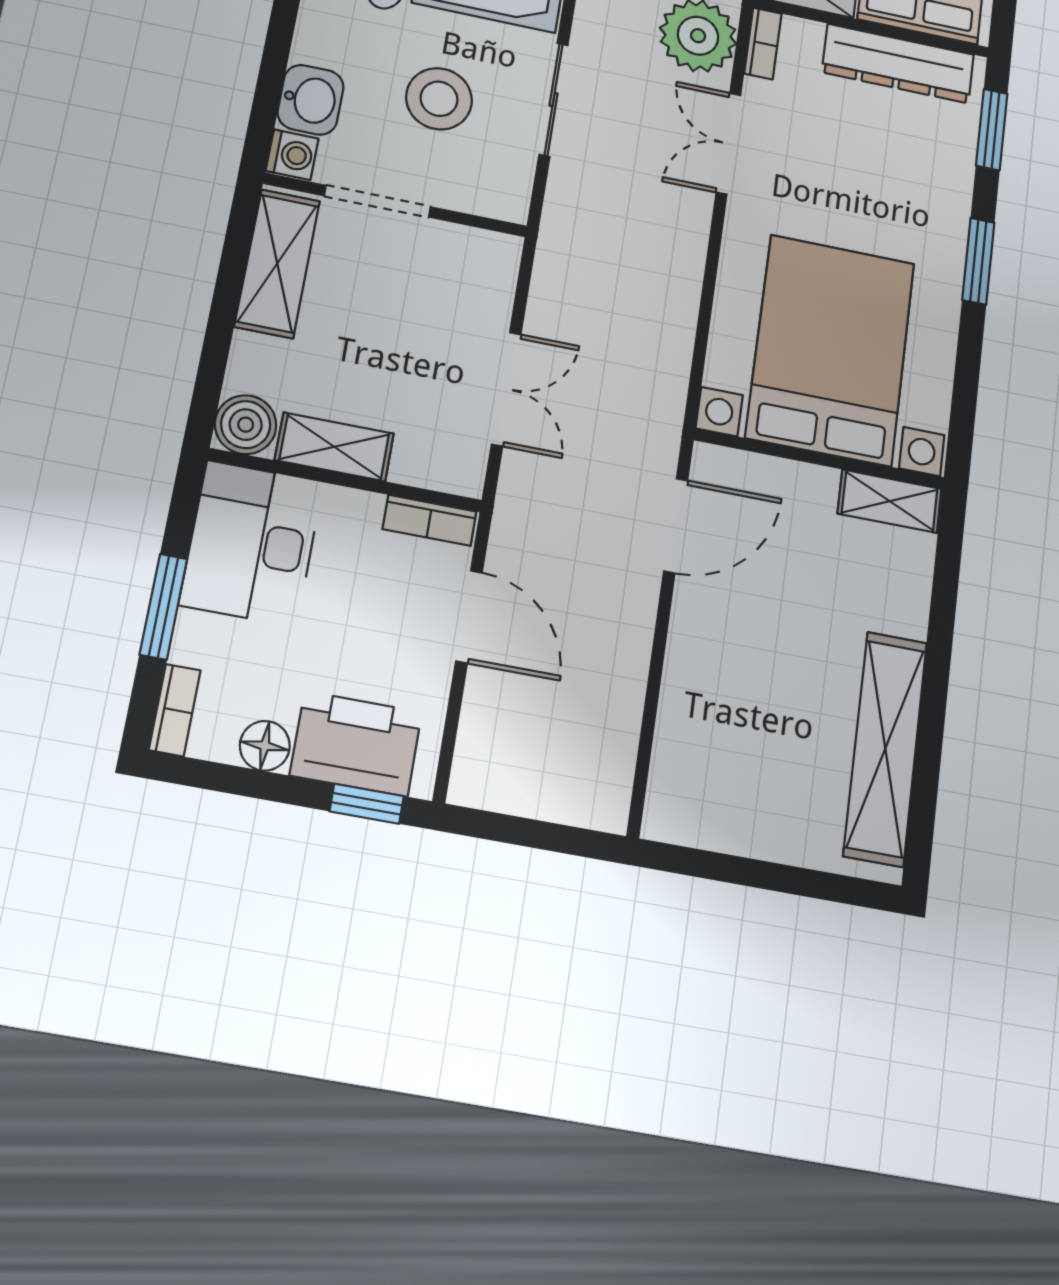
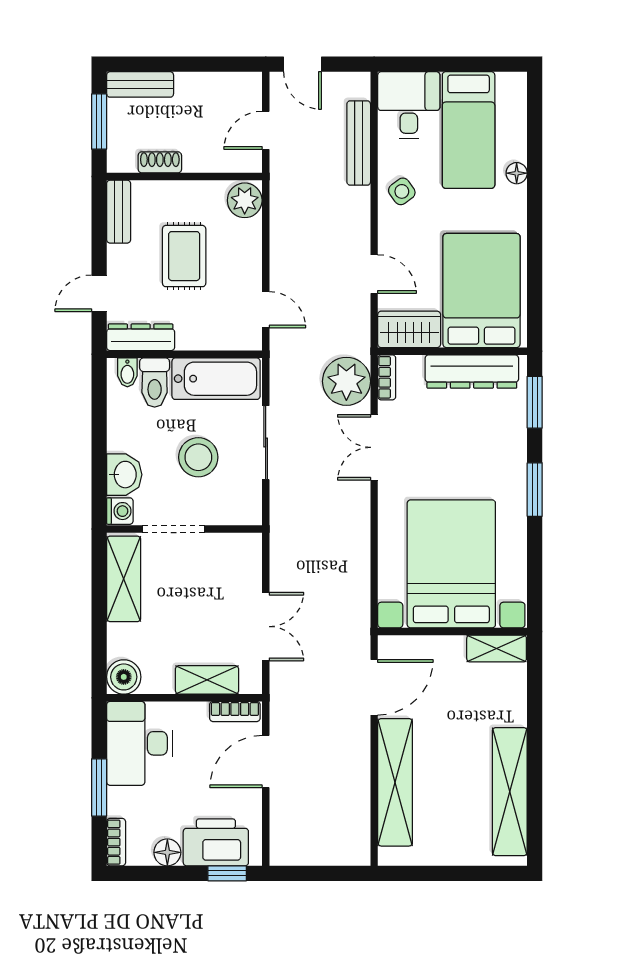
shelving: (334, 447) -> (207, 680), moved
door: (469, 617) -> (266, 762), swing flipped
shelving: (690, 695) -> (395, 782), added

